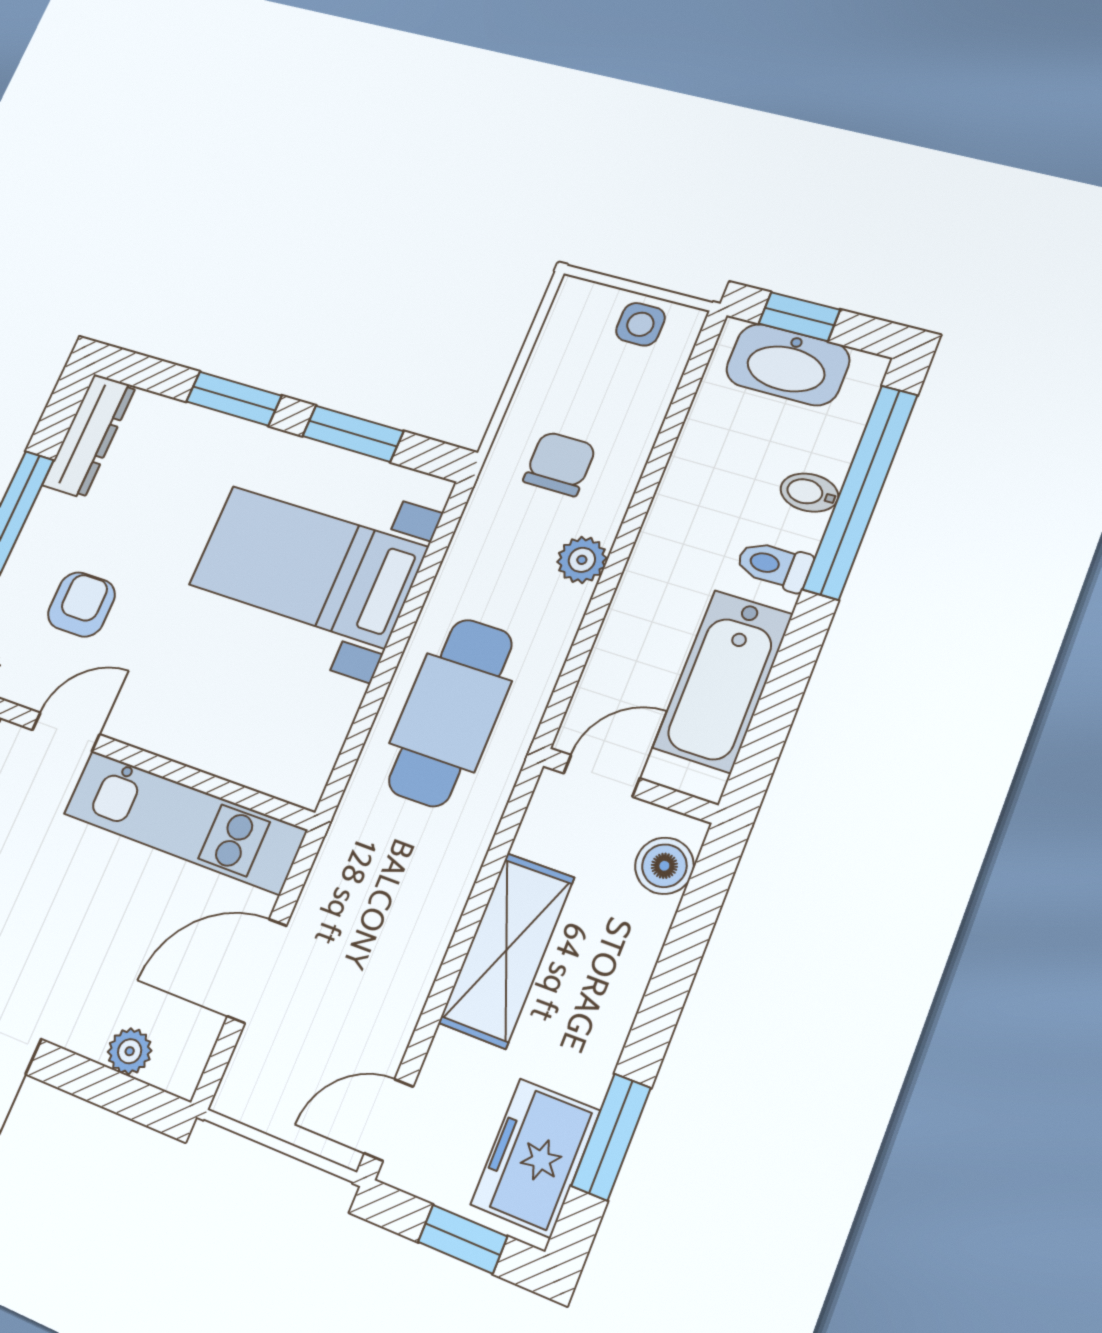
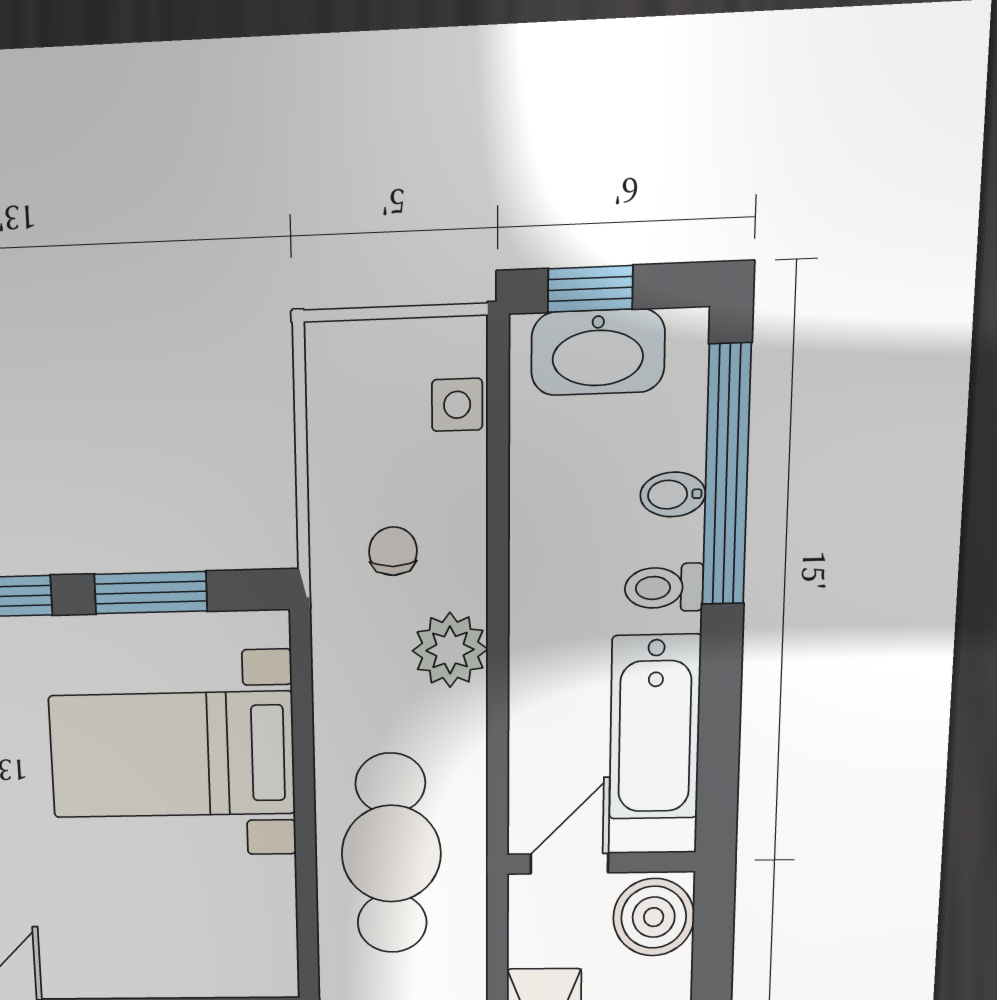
side table: (640, 324) -> (457, 405), moved
chair: (560, 464) -> (393, 551), width x0.73, depth x0.73
plant: (582, 560) -> (450, 650), width x1.38, depth x1.38
boiler: (664, 866) -> (654, 917), width x1.36, depth x1.36

